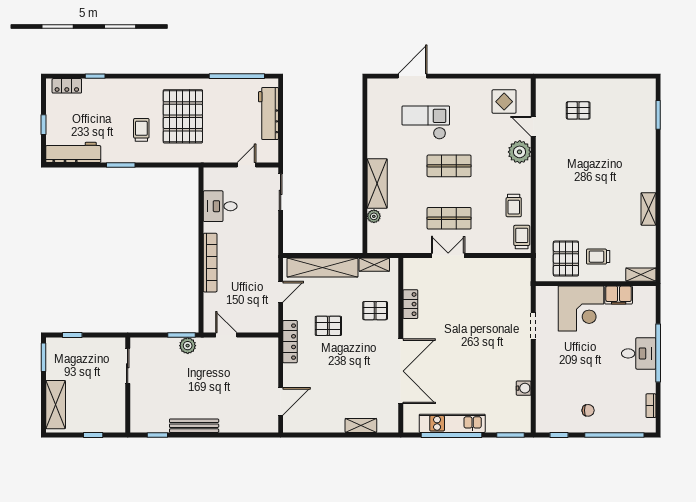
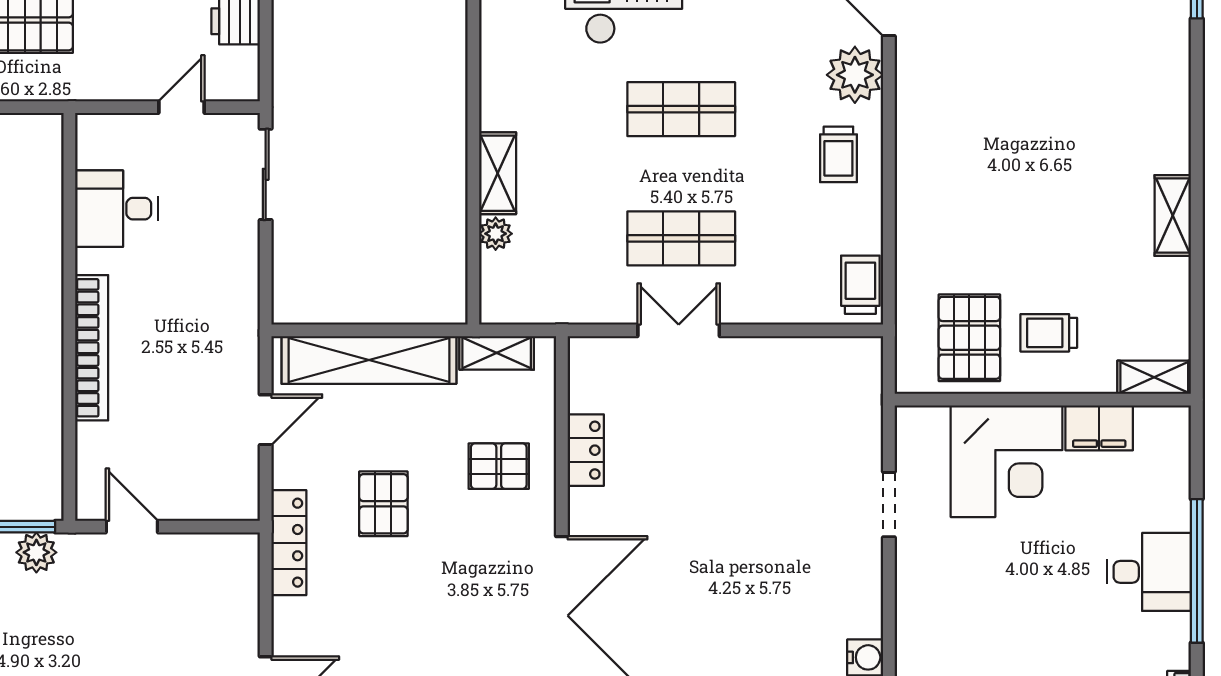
shelving: (377, 184) -> (498, 173), width x0.67, depth x0.75
trolley: (514, 206) -> (838, 154), moved
pallet: (328, 326) -> (383, 504), turned 90

